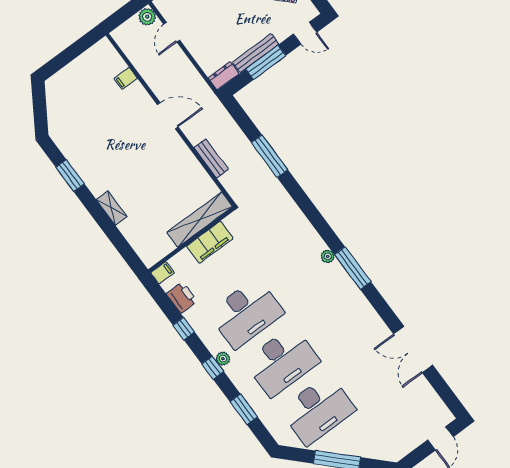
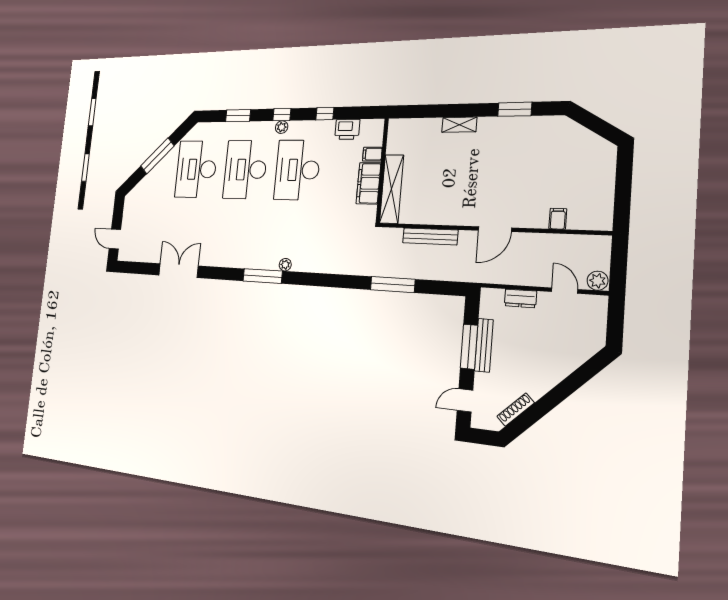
dresser: (224, 76) -> (520, 298), moved, turned 90
bench: (211, 159) -> (430, 236), width x1.36
filing cabinet: (162, 273) -> (372, 154), moved, turned 90

